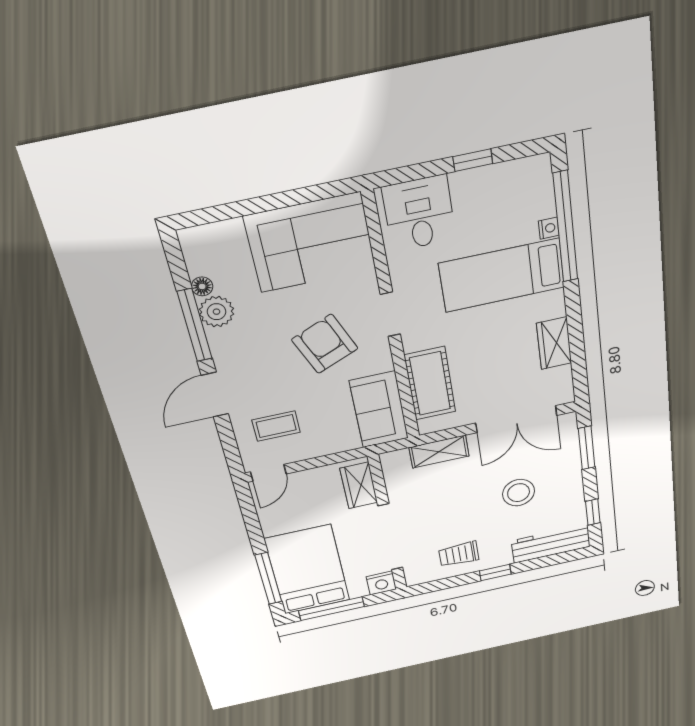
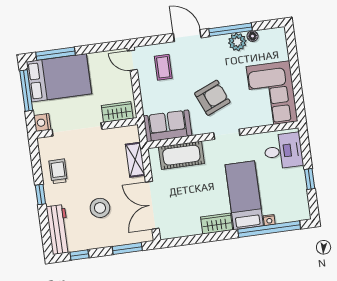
wardrobe: (554, 343) -> (217, 224), moved

